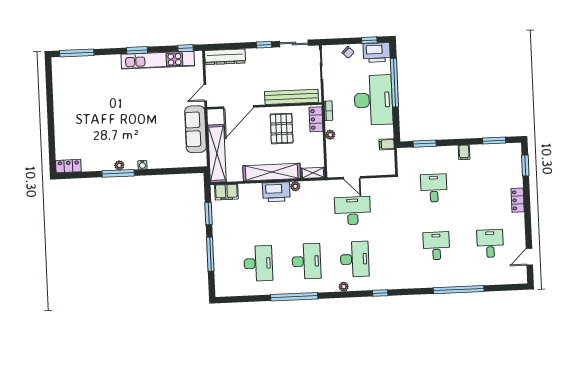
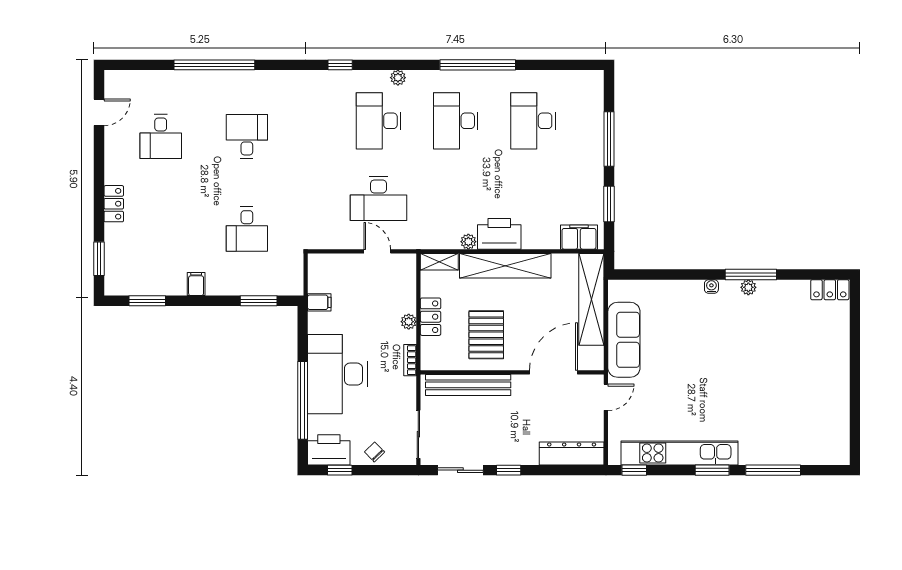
window: (77, 53) -> (773, 470), moved
locker: (316, 119) -> (431, 317), moved
desk: (436, 246) -> (247, 136), turned 180

